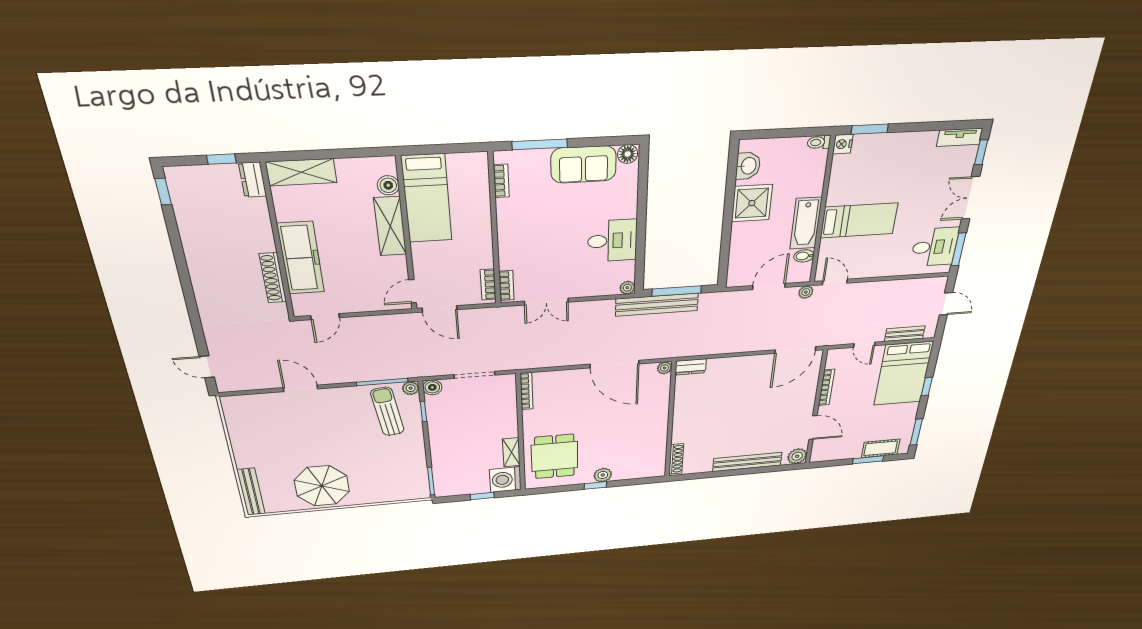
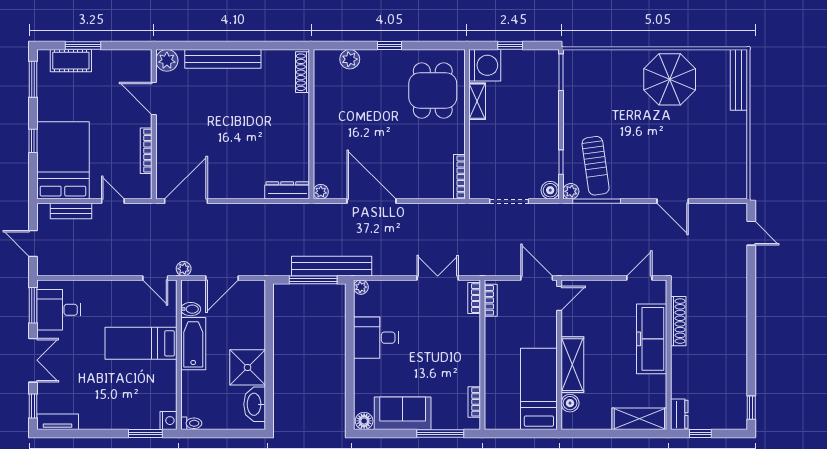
washbasin: (748, 166) -> (255, 404), width x1.38
dresser: (691, 367) -> (287, 190), width x1.44
plant: (603, 475) -> (350, 59), moved

